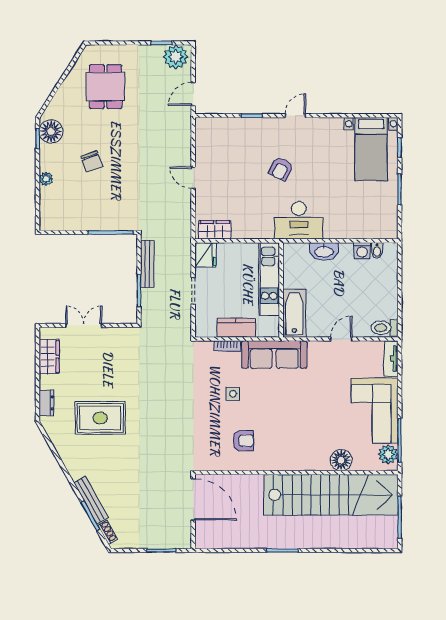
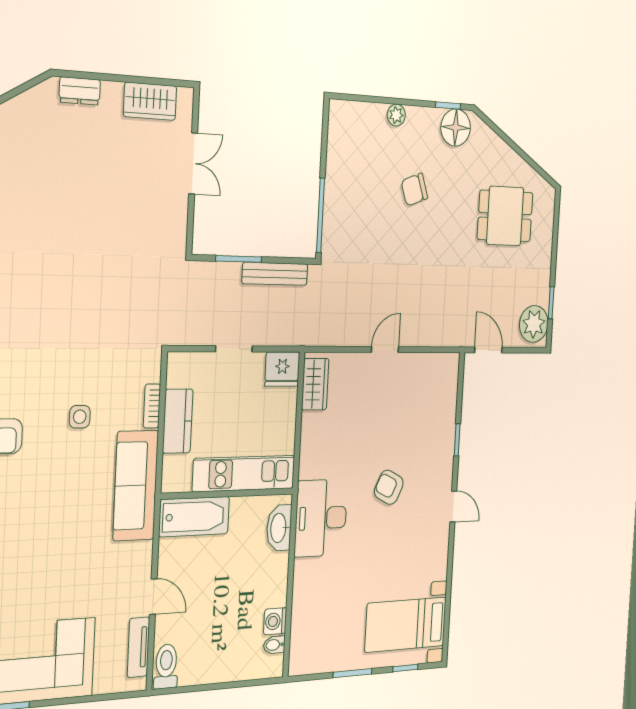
washbasin: (324, 251) -> (279, 528), moved
tv unit: (391, 359) -> (139, 647), moved, turned -90
rug: (100, 418) -> (52, 184), removed

